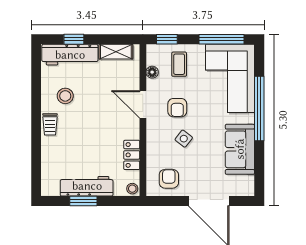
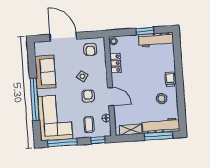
window: (74, 39) -> (159, 136), width x2.17
workbench: (87, 186) -> (156, 40), moved

